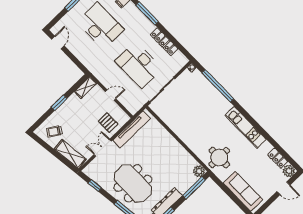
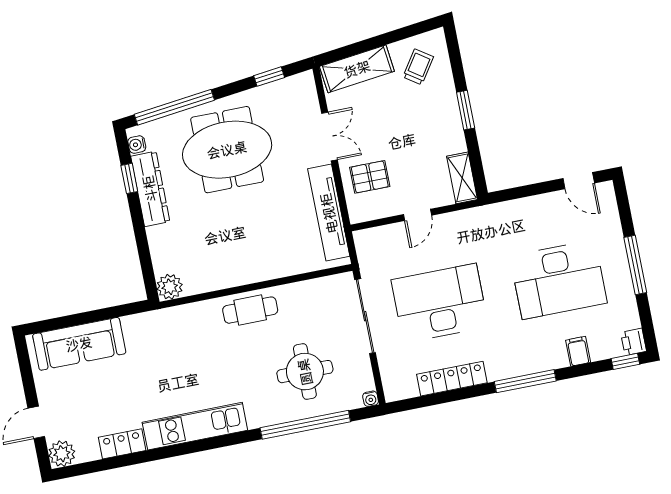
cafe table: (188, 135) -> (250, 310), added
round table: (219, 158) -> (305, 372), moved
locker: (278, 158) -> (122, 444), moved
window: (194, 188) -> (145, 257), removed

